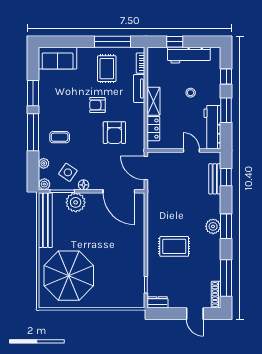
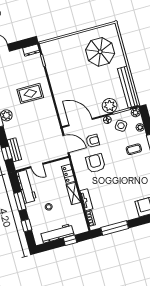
rug: (107, 69) -> (113, 208), removed
armchair: (97, 105) -> (93, 141), moved
parasol: (69, 276) -> (100, 52), width x0.73, depth x0.73

